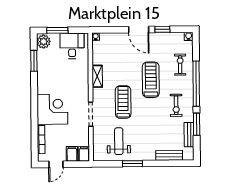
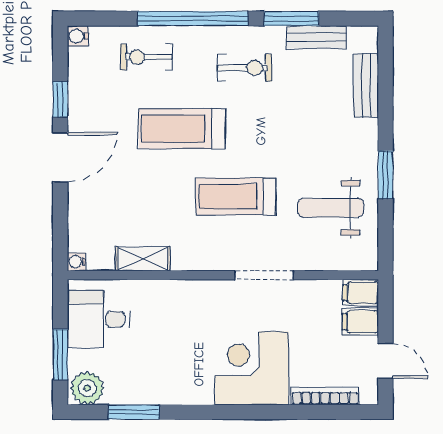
shelving: (97, 76) -> (143, 259), moved

